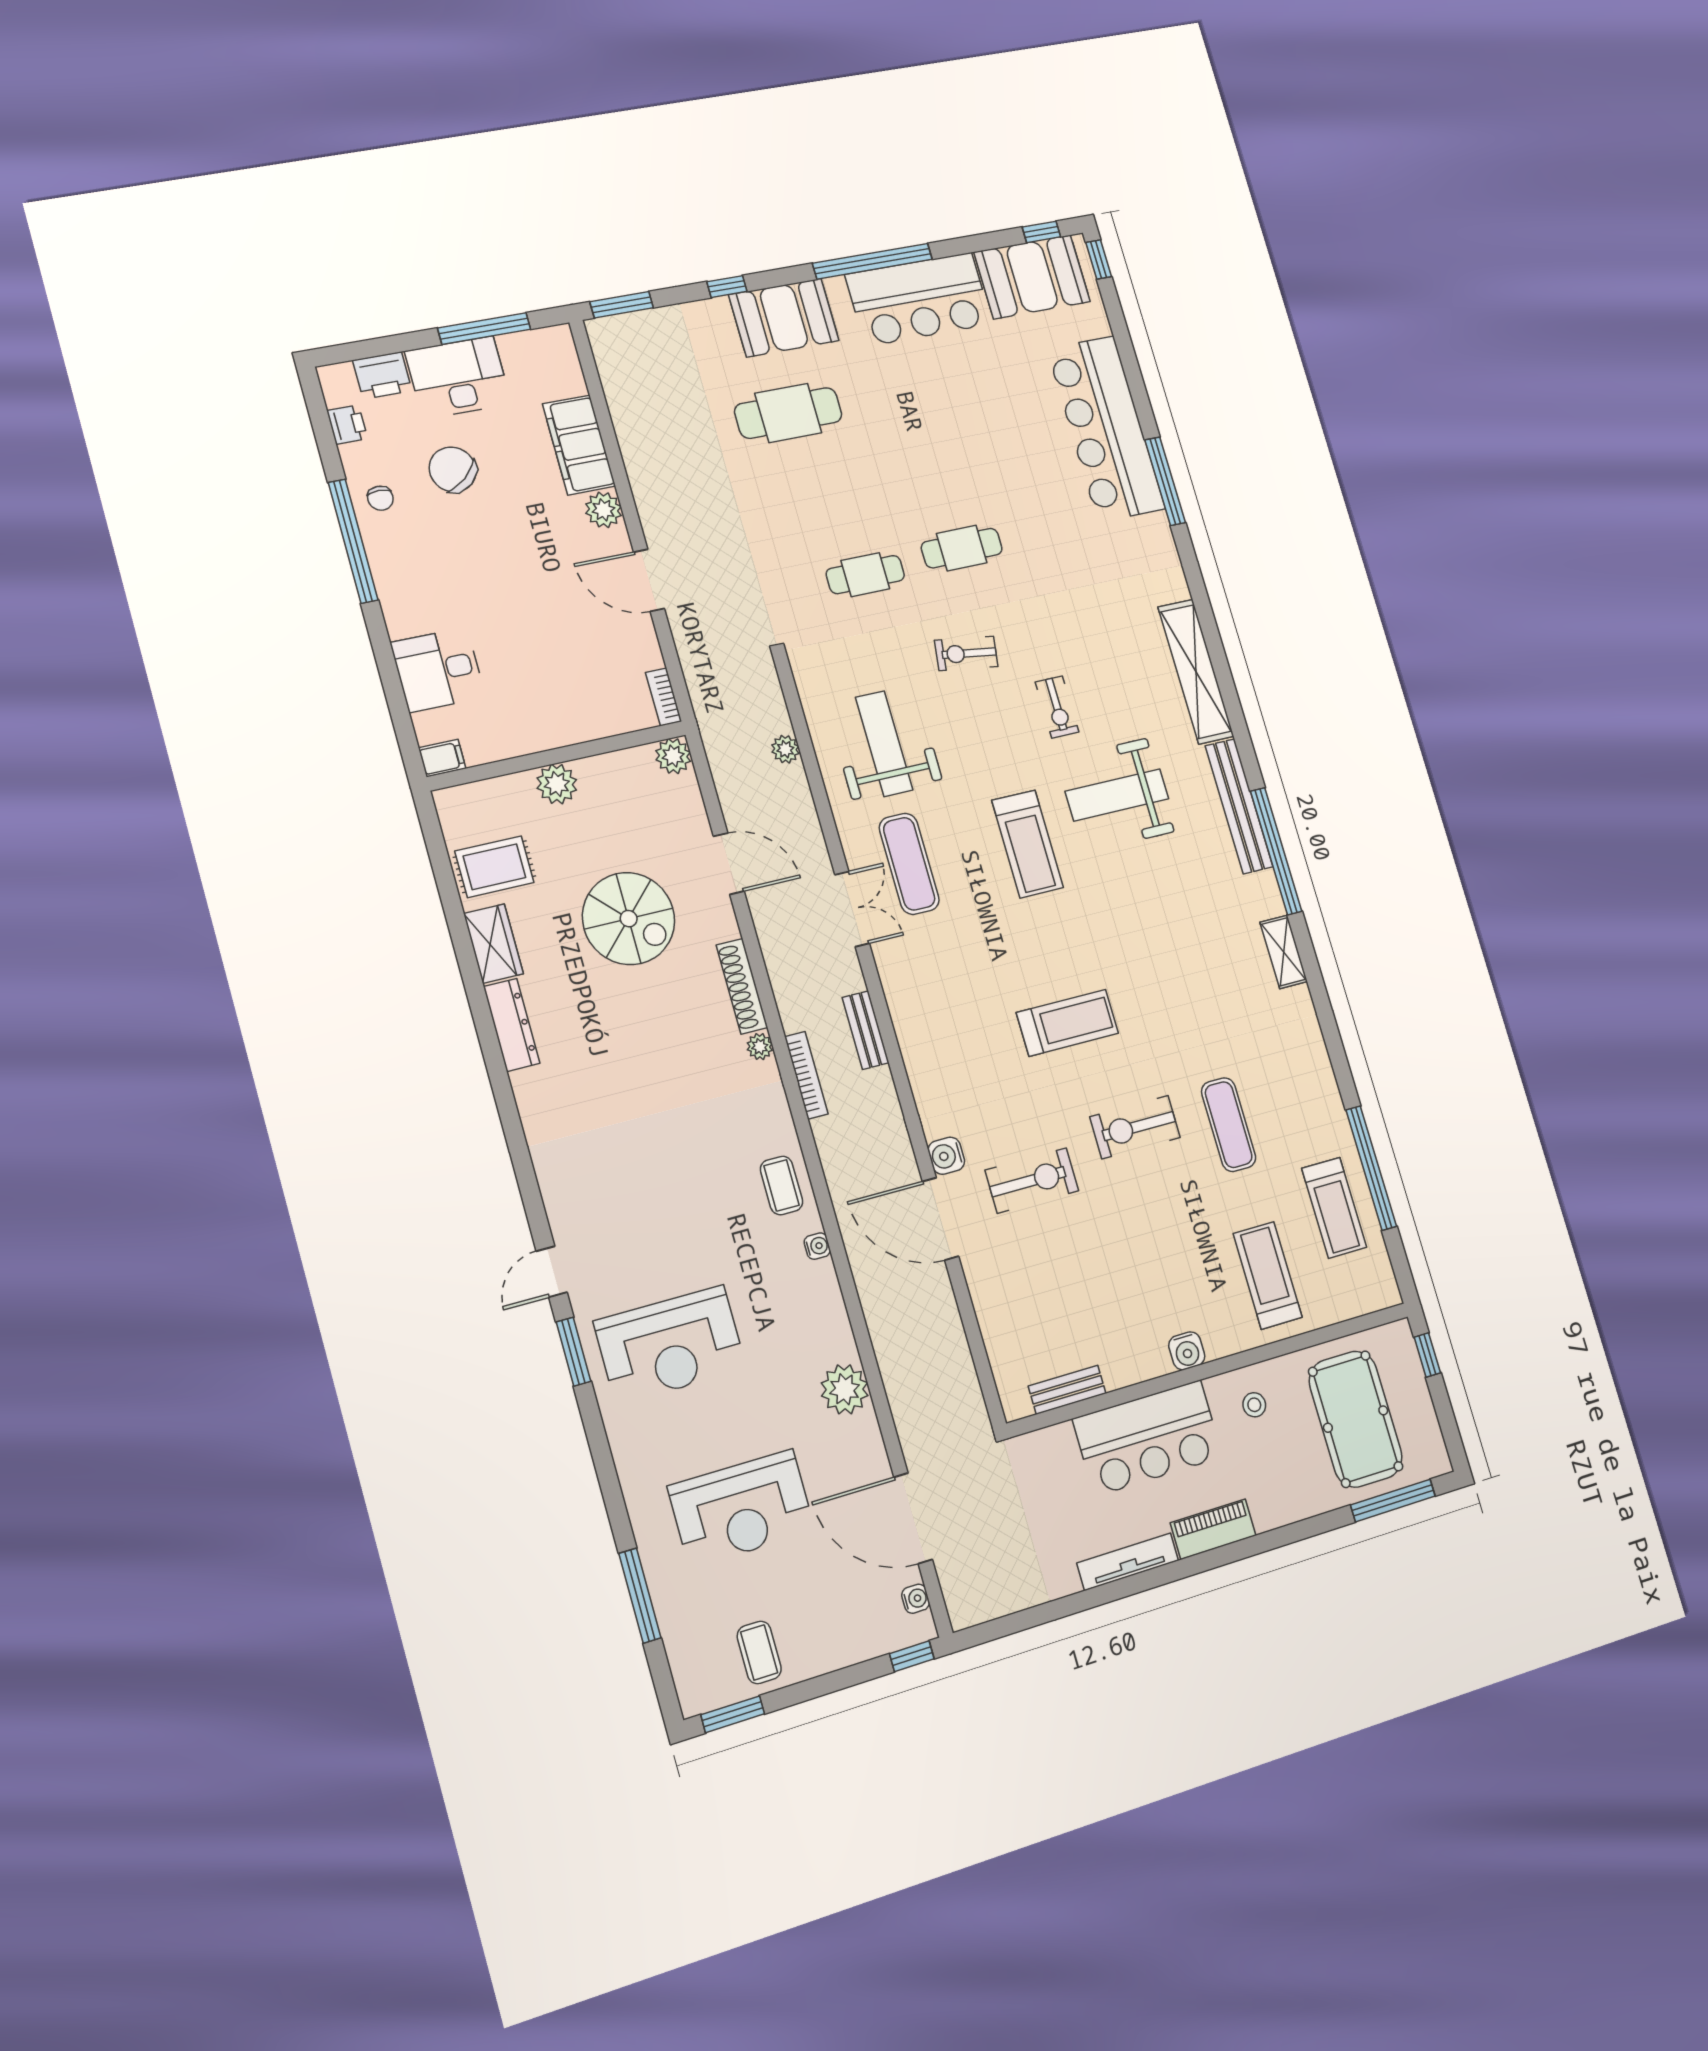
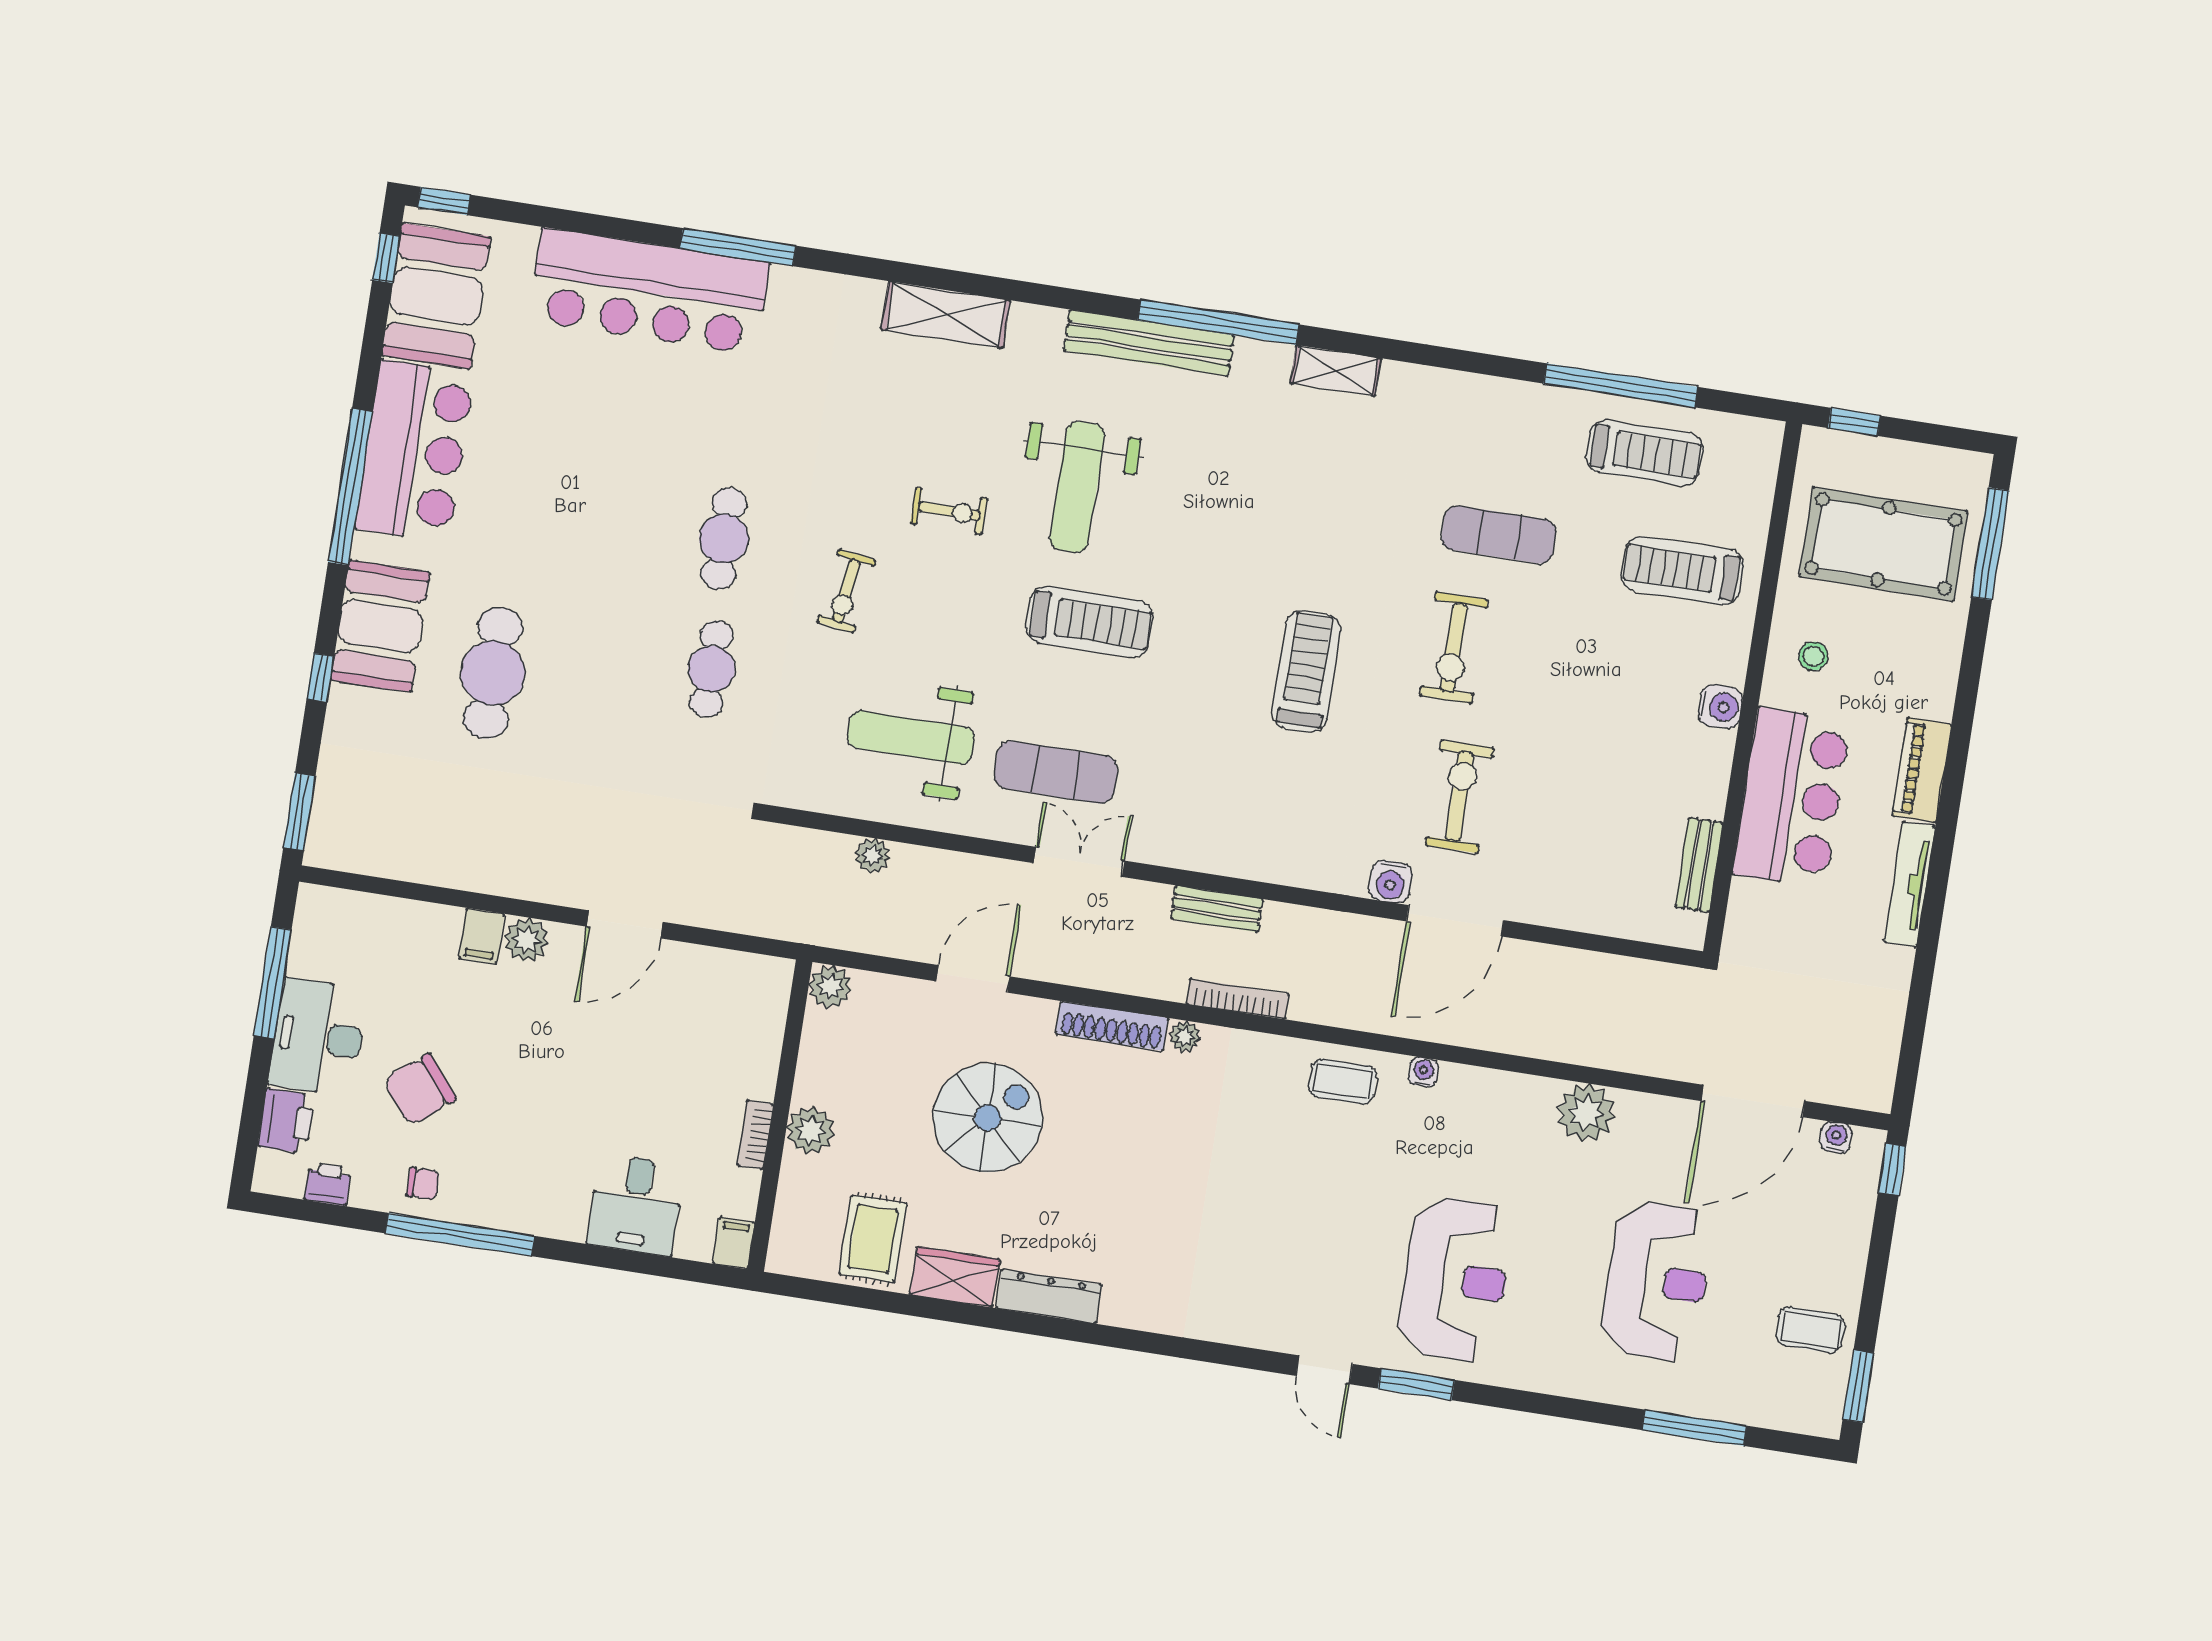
filing cabinet: (579, 445) -> (482, 936), width x0.33, depth x0.86
shelving: (1196, 672) -> (946, 315), width x0.68
bookcase: (664, 697) -> (755, 1135), moved, turned 90

